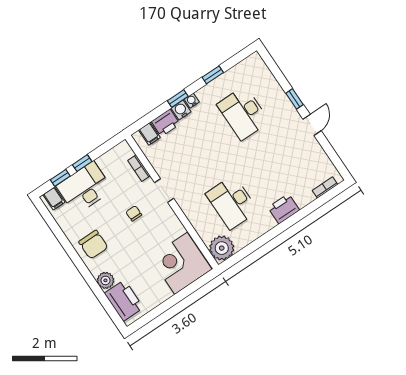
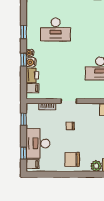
window: (82, 163) -> (24, 119), moved
chair: (93, 245) -> (72, 159), turned 180

